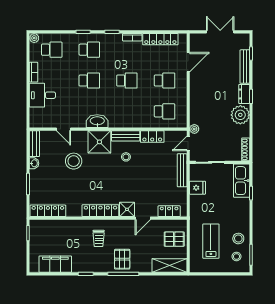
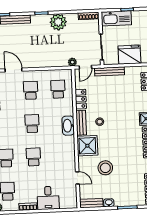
dresser: (244, 94) -> (40, 19), removed
washbasin: (97, 121) -> (68, 126), moved
door: (64, 129) -> (77, 178), hinge flipped
door: (188, 143) -> (85, 67), hinge flipped
fridge: (197, 188) -> (129, 55), width x1.88, depth x1.34

